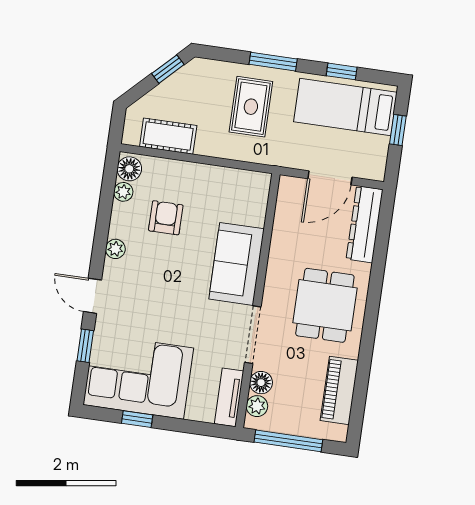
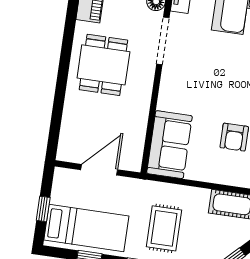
dresser: (365, 224) -> (71, 131), removed
sofa: (237, 264) -> (169, 145), moved

